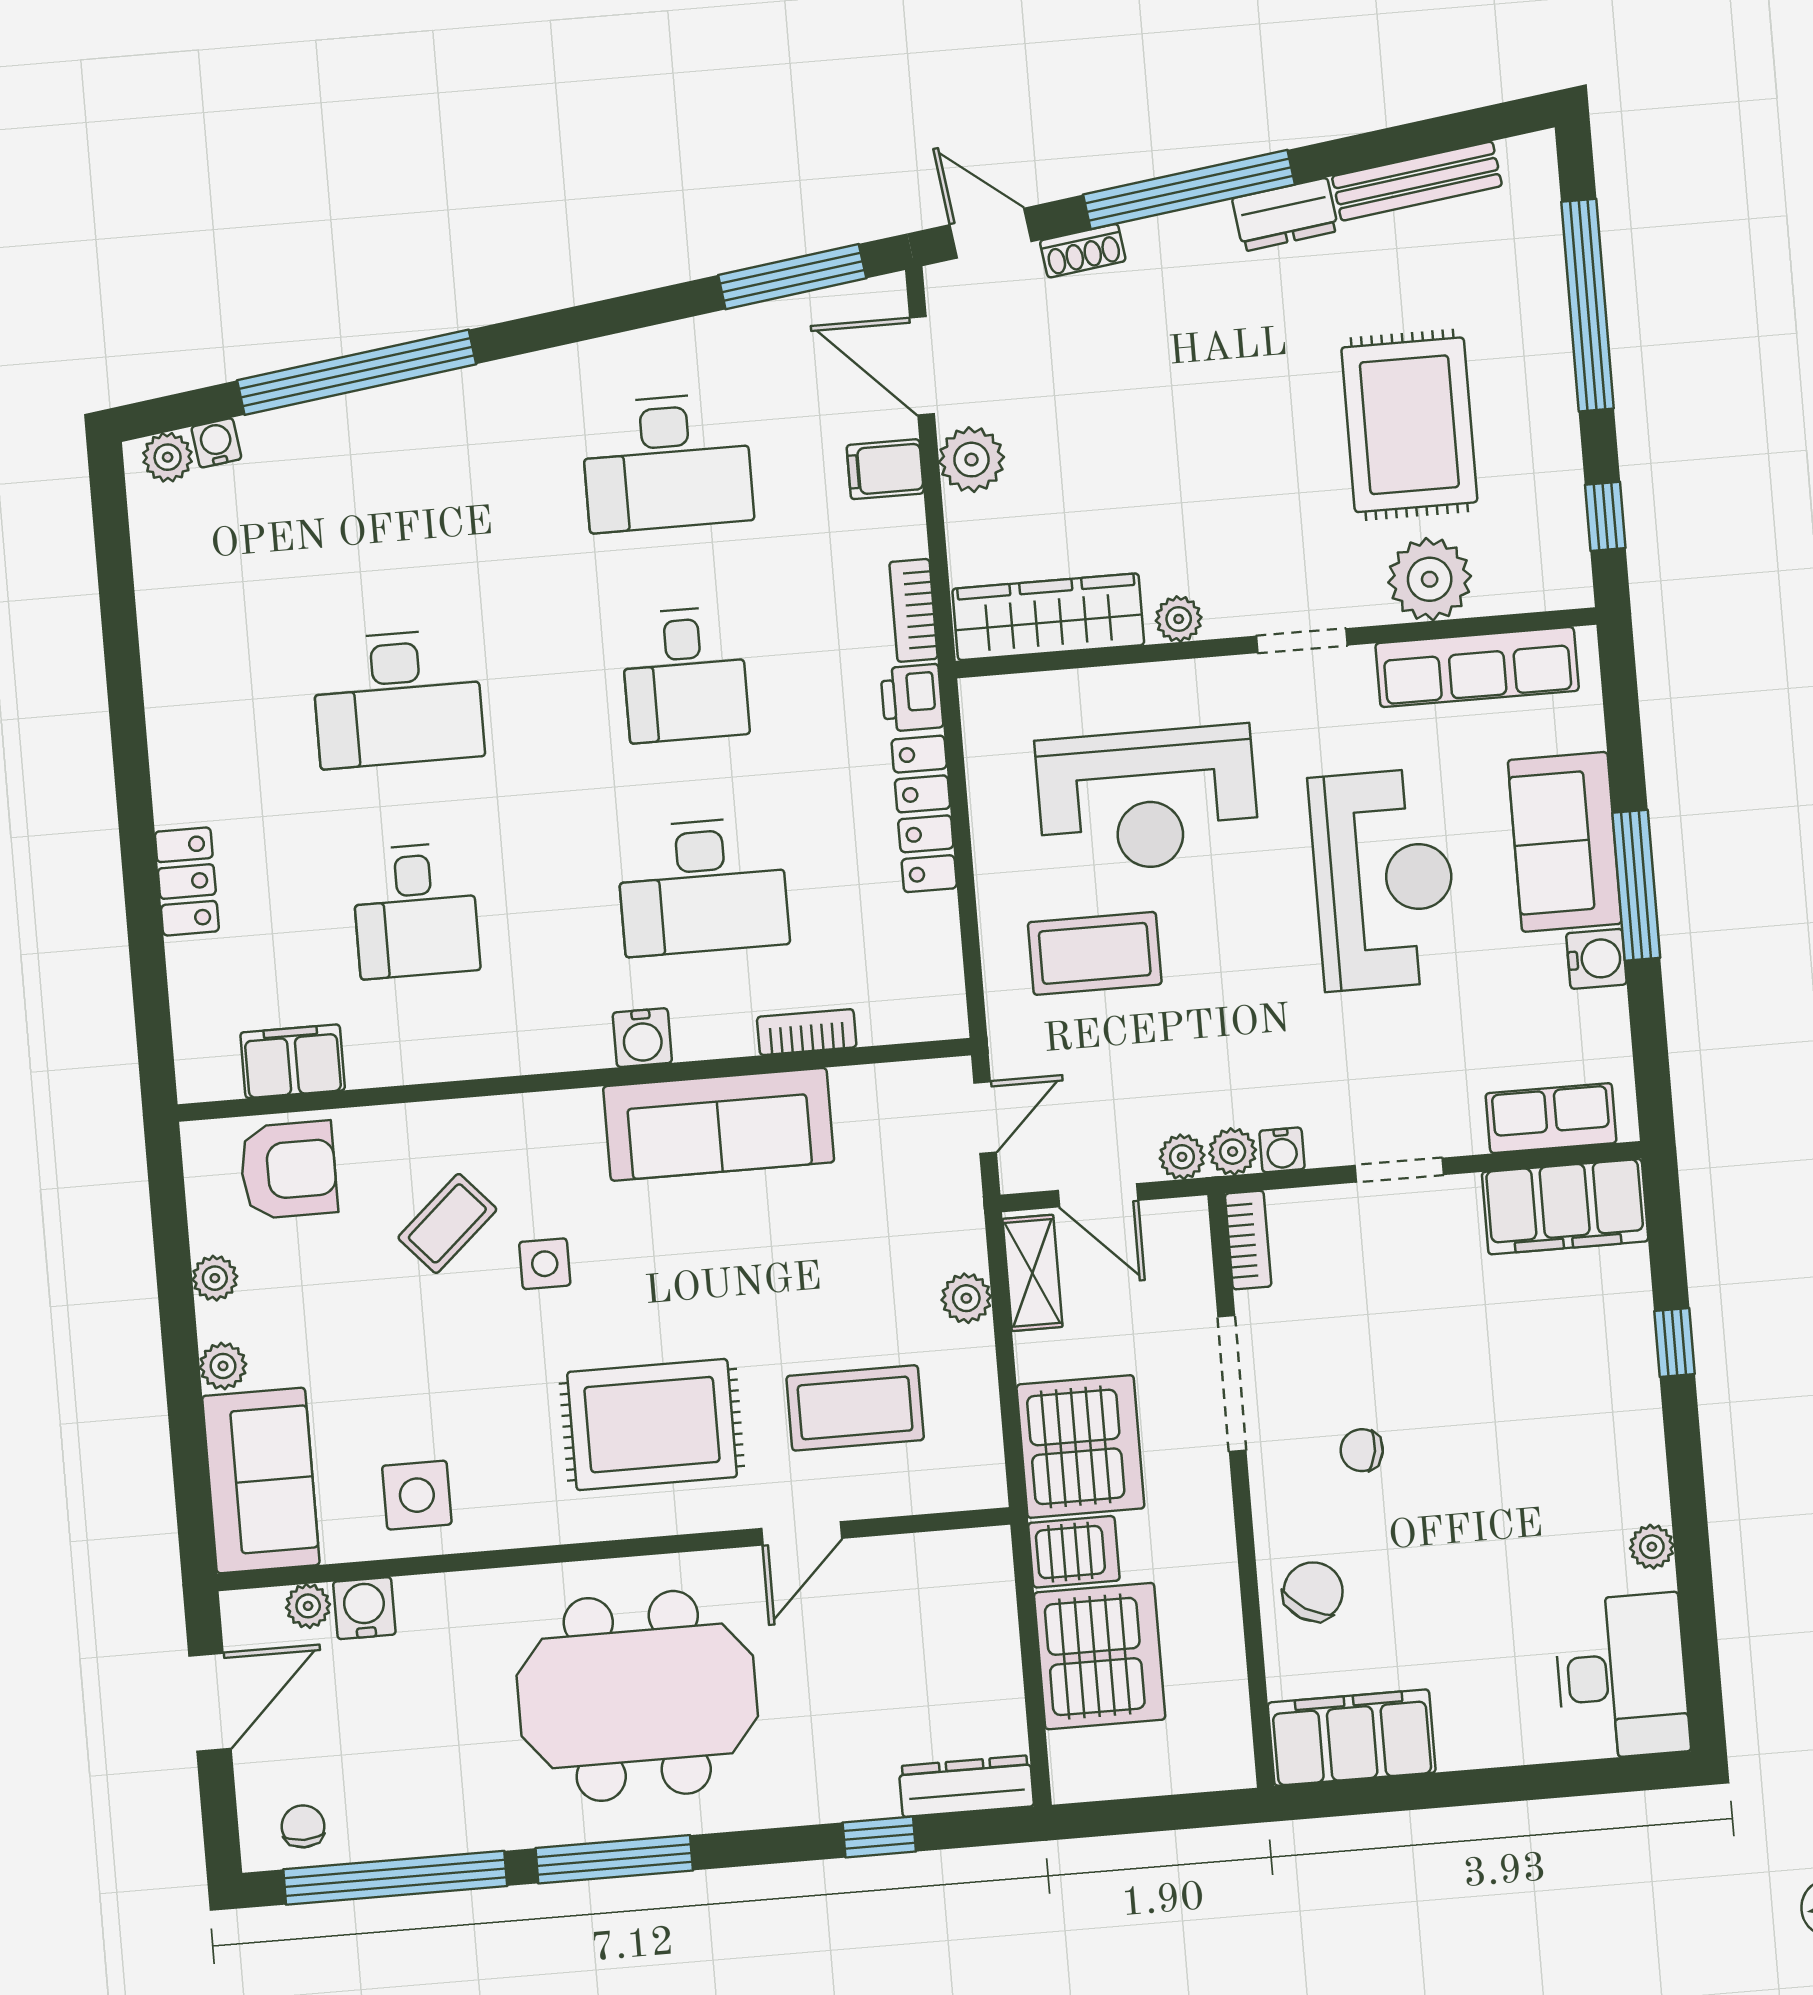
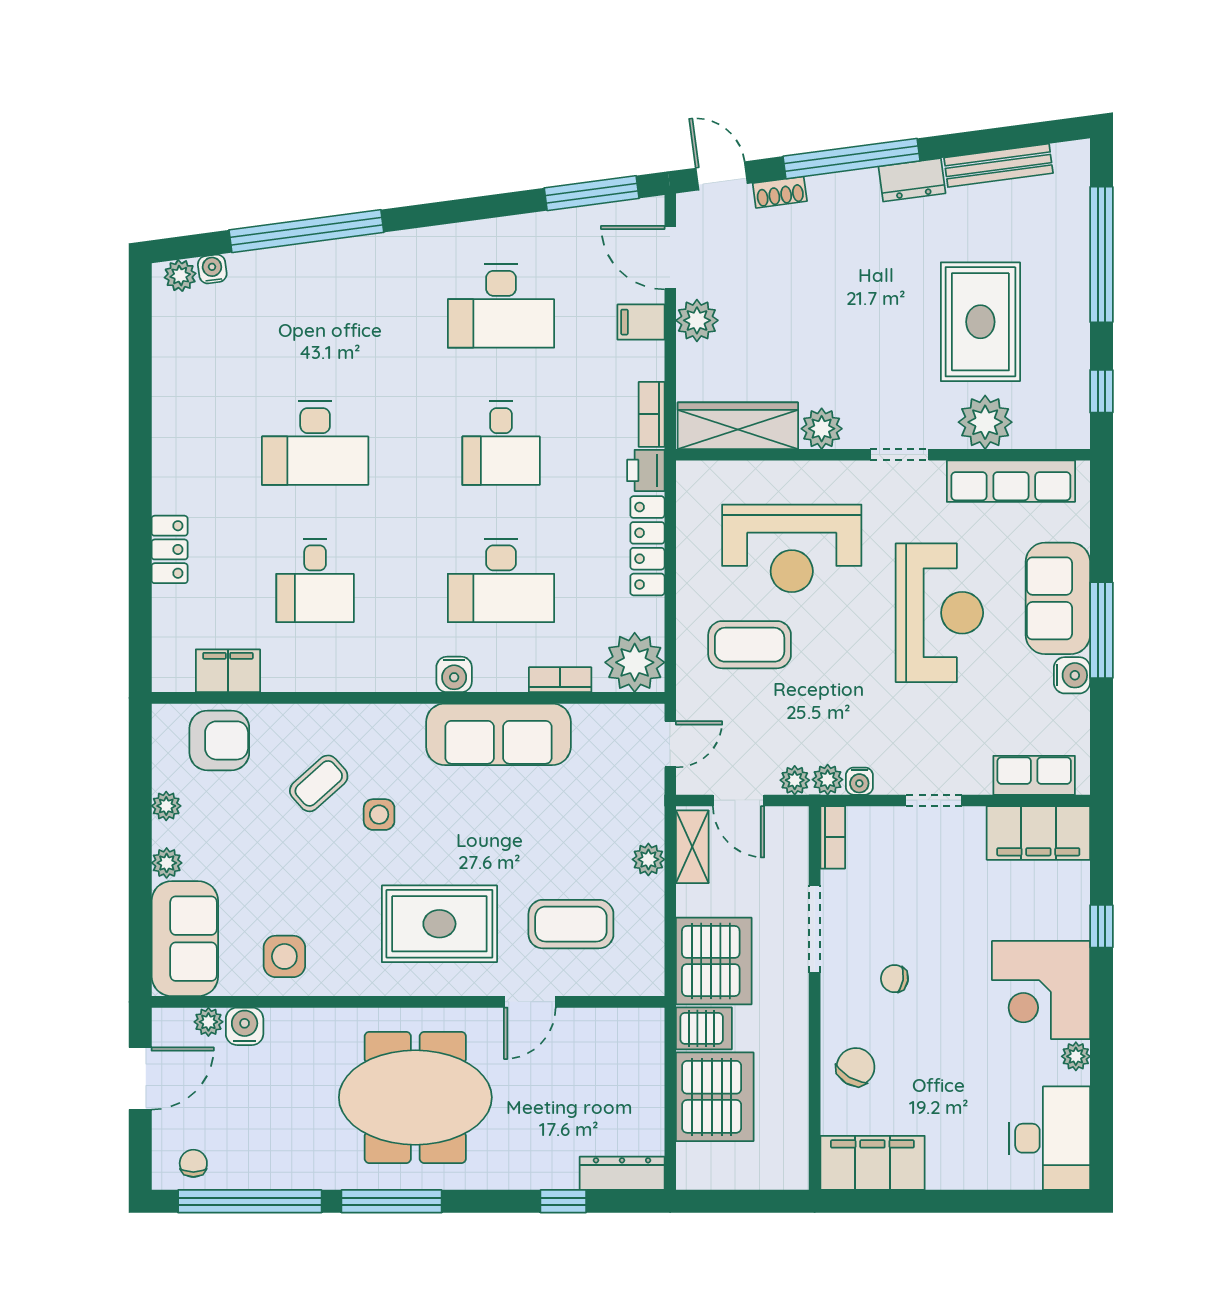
plant: (1179, 619) -> (822, 429), width x1.38, depth x1.38
plant: (920, 996) -> (635, 662), added
corner desk: (1589, 1449) -> (1041, 990), added

